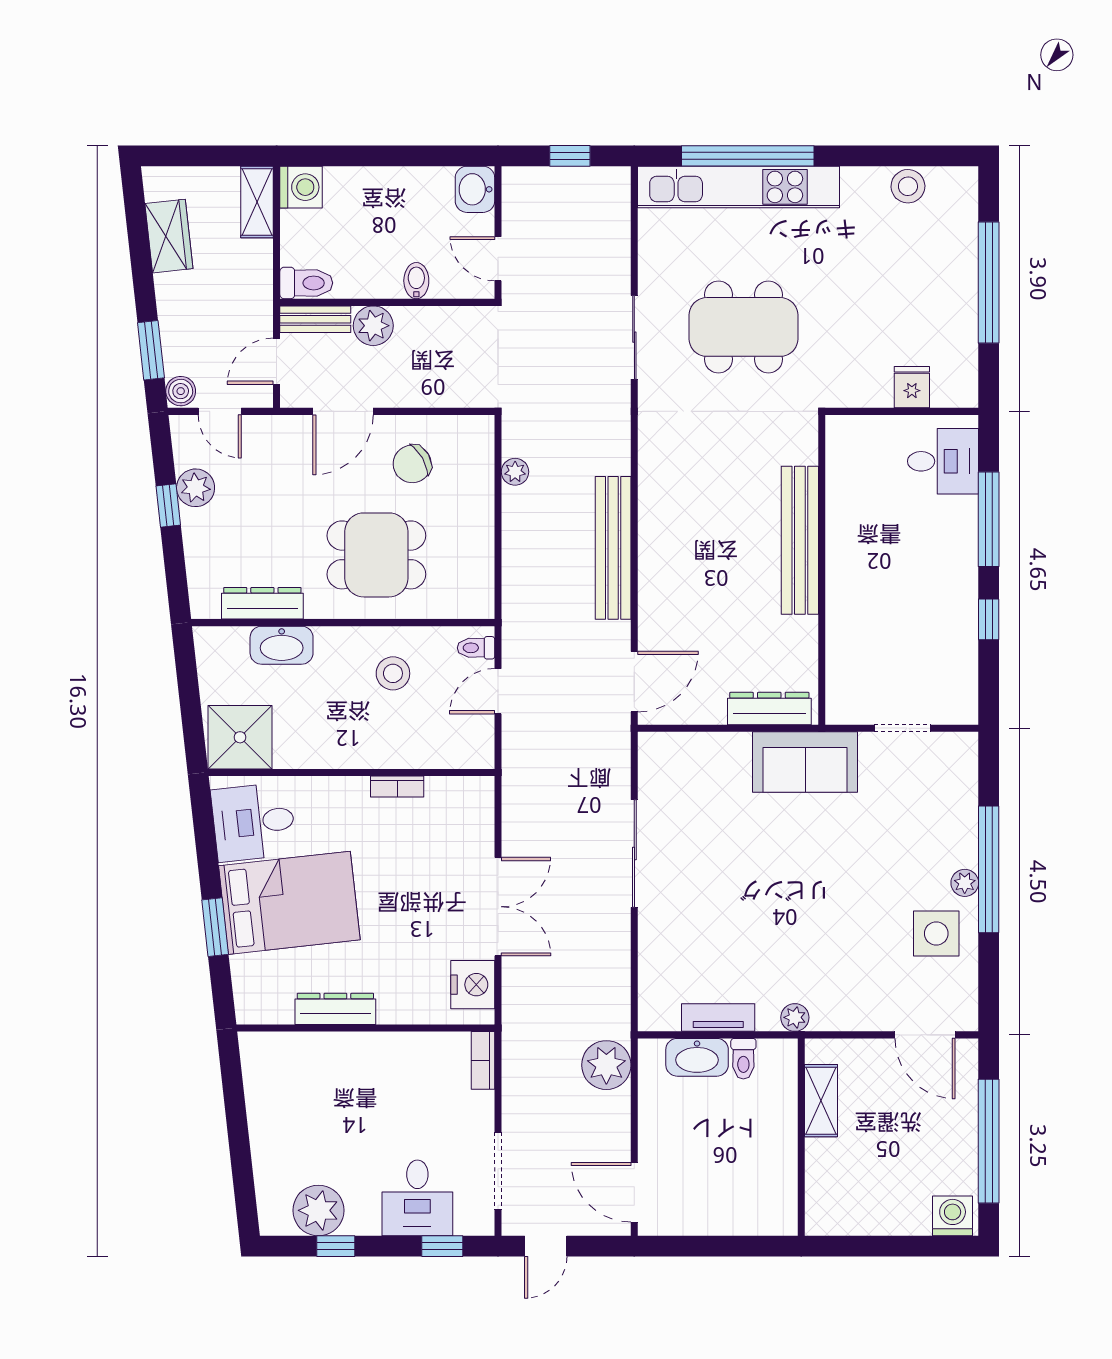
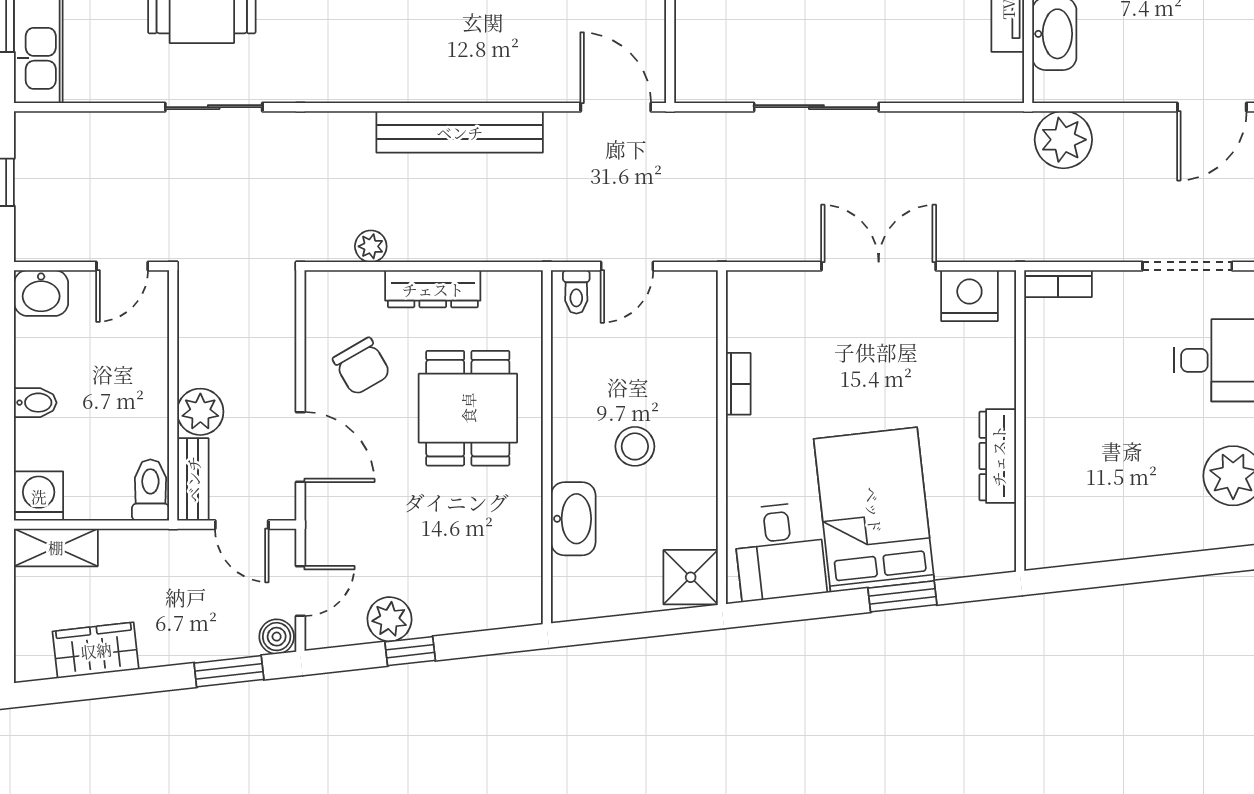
bidet: (416, 281) -> (35, 403), moved, turned 180
dresser: (262, 603) -> (433, 289), moved, turned -90
stool: (393, 673) -> (635, 446), moved
door: (498, 691) -> (627, 266), hinge flipped
shower: (240, 737) -> (691, 577), width x0.73, depth x0.73

